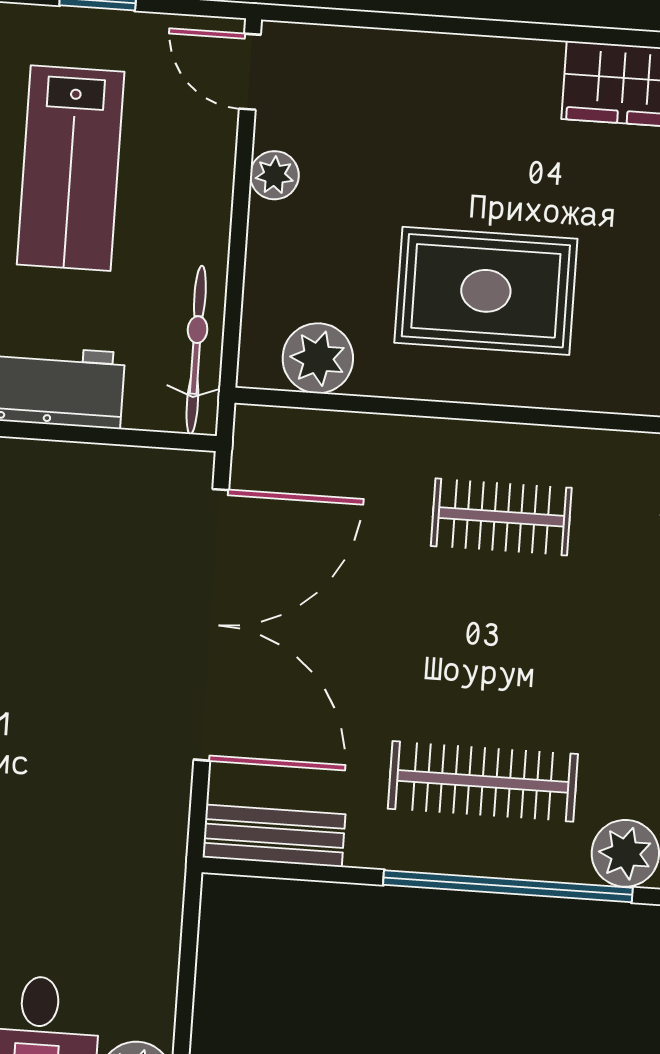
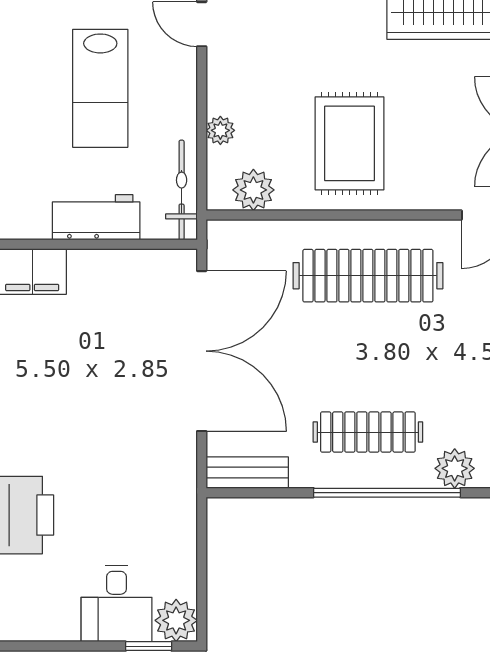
plant: (274, 175) -> (220, 130), moved
rug: (486, 291) -> (349, 143), turned 90
clothes rail: (501, 517) -> (368, 276), width x1.86, depth x1.31

